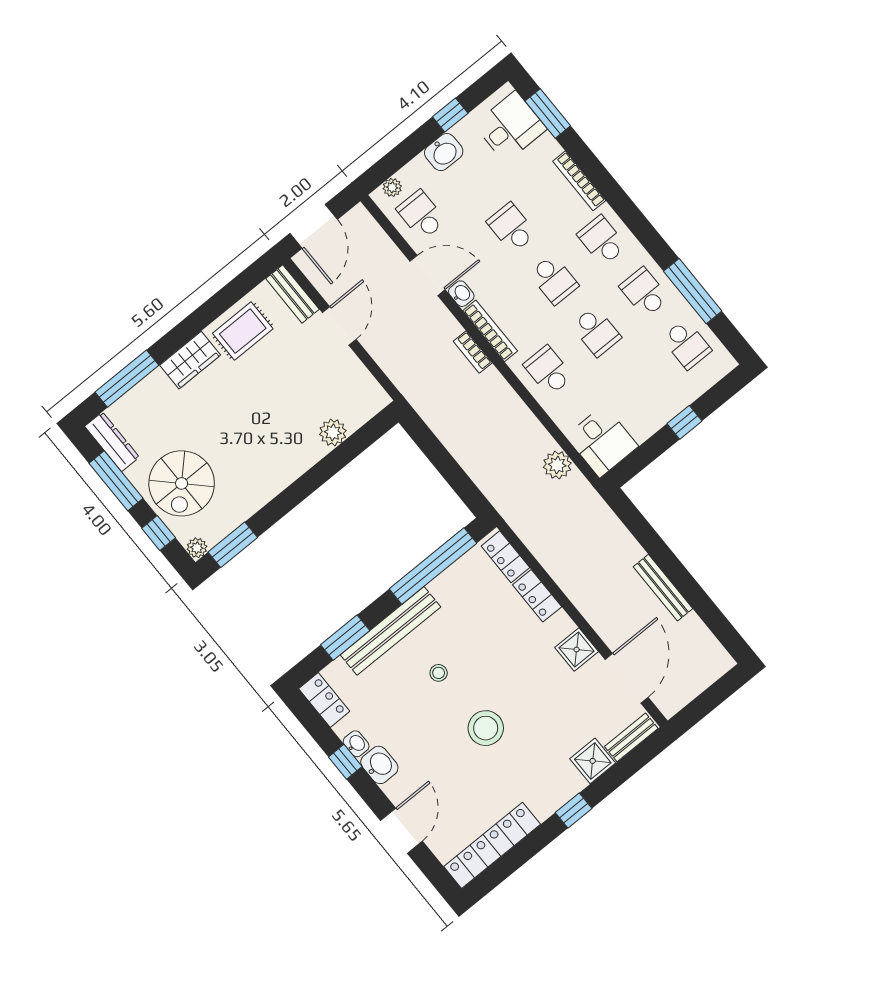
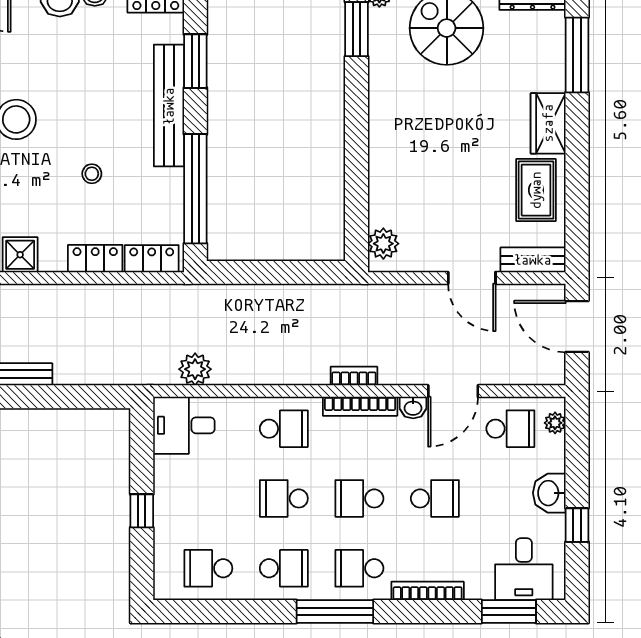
school desk: (602, 240) -> (359, 568), turned 180
window: (693, 291) -> (335, 612), moved
plant: (333, 432) -> (383, 244), moved
stool: (439, 673) -> (92, 174), moved

